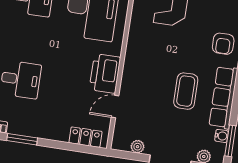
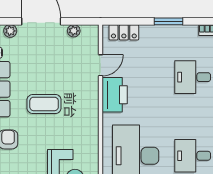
coffee table: (186, 91) -> (44, 104), moved, turned 90
window: (22, 139) -> (168, 21), moved

